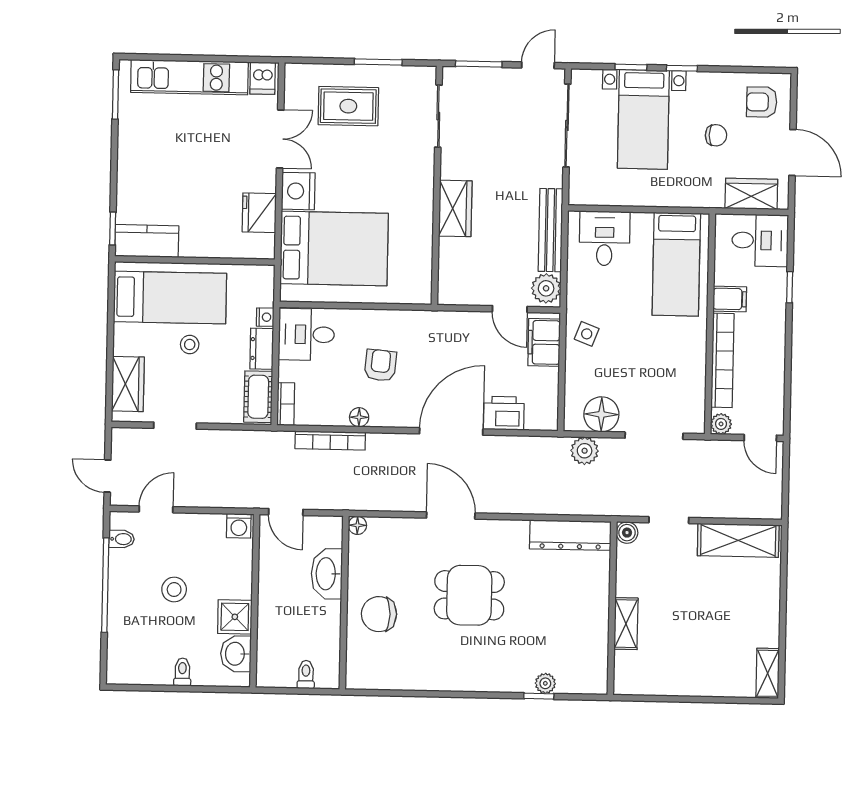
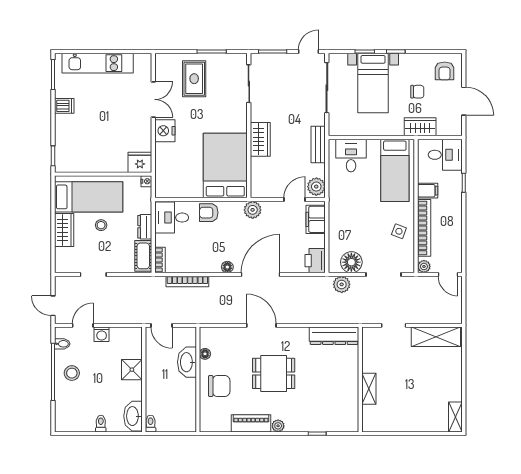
dishwasher: (263, 78) -> (64, 106), moved, turned -90
armchair: (762, 102) -> (445, 71), turned -90
rug: (348, 106) -> (194, 79), turned 90
wardrobe: (751, 194) -> (420, 127), moved
fridge: (259, 213) -> (140, 162), moved, turned 90
bench: (551, 230) -> (318, 145), width x0.73
kitchen counter: (147, 241) -> (74, 163), removed
bed: (334, 248) -> (225, 166), moved, turned -90
door: (510, 309) -> (295, 200), swing flipped
nightstand: (265, 317) -> (146, 181), moved
plant: (440, 325) -> (253, 210), added
side table: (587, 334) -> (399, 231), moved
armchair: (380, 365) -> (209, 213), moved, turned -95
wardrobe: (128, 384) -> (64, 230), moved
printer: (504, 413) -> (315, 261), moved, turned -90
floor lamp: (359, 417) -> (227, 267), moved
floor lamp: (357, 525) -> (205, 354), moved
washing machine: (239, 526) -> (102, 334), moved
boiler: (627, 533) -> (368, 333), removed
stool: (174, 590) -> (72, 373), moved
chair: (379, 614) -> (219, 386), turned 180
shower: (235, 617) -> (132, 370), moved
washbasin: (236, 654) -> (133, 416), width x1.38
toilet: (306, 675) -> (151, 424), moved
piano: (430, 677) -> (251, 423), added
plant: (545, 683) -> (278, 426), moved

